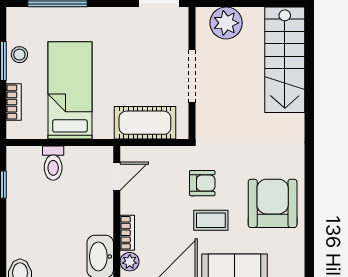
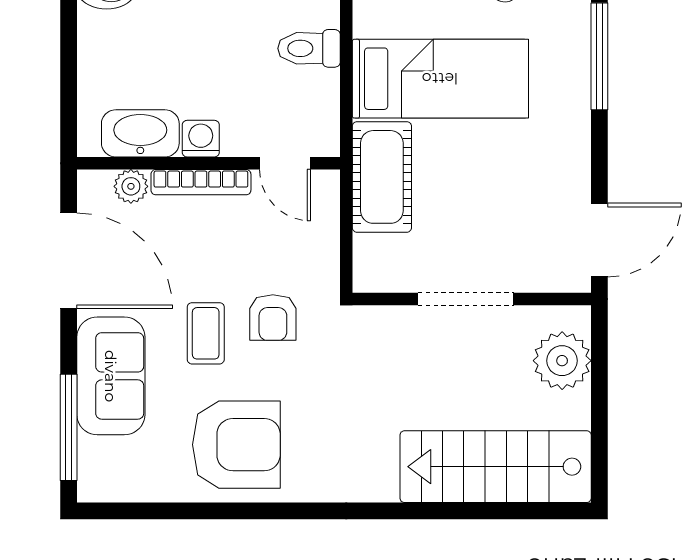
cot: (145, 123) -> (382, 177), moved
washing machine: (103, 223) -> (201, 139), added
bookcase: (127, 233) -> (201, 182), width x1.56

